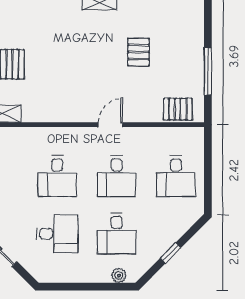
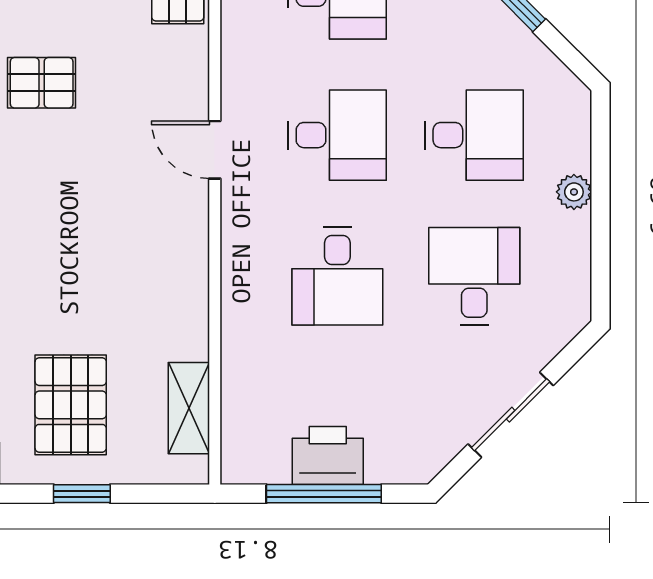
desk: (57, 176) -> (337, 276), turned 90
plant: (119, 275) -> (574, 192), moved

